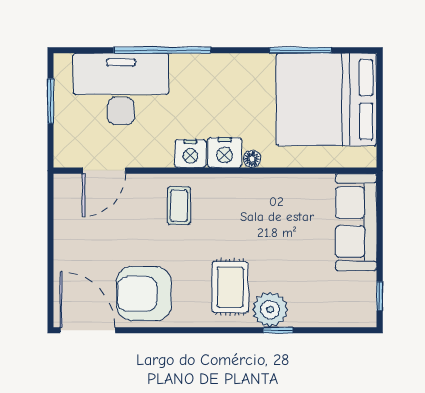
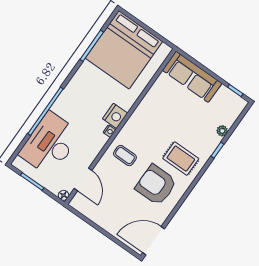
nightstand: (190, 154) -> (109, 131), width x0.53, depth x0.56
floor lamp: (252, 159) -> (64, 195), moved
armchair: (144, 294) -> (156, 185), moved, turned 90
plant: (270, 310) -> (222, 131), moved, width x0.53, depth x0.53

